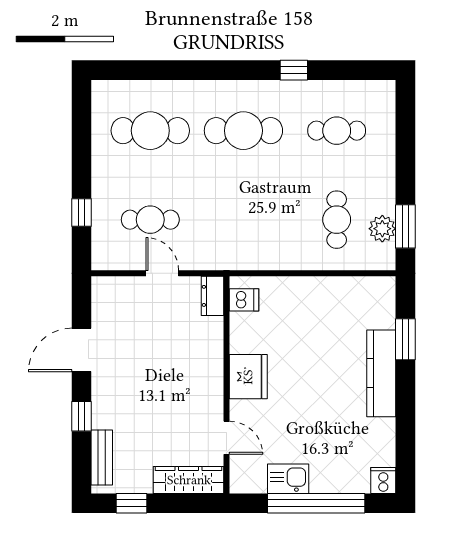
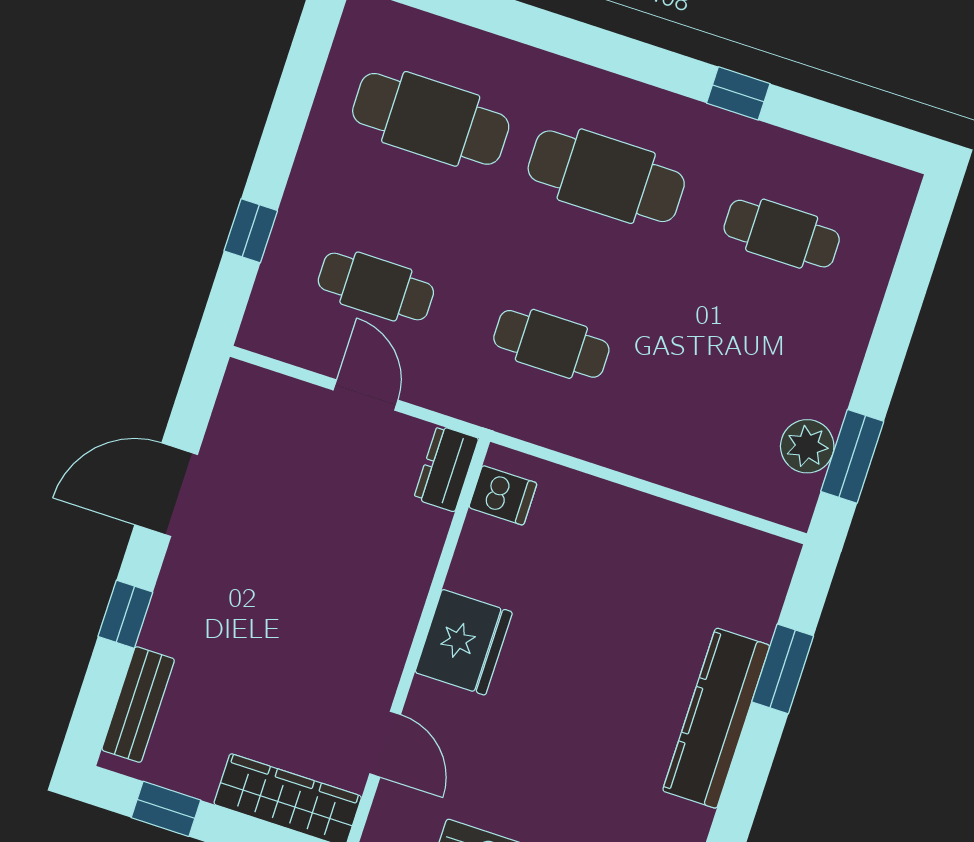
cafe table: (337, 220) -> (551, 344), moved, turned 90

